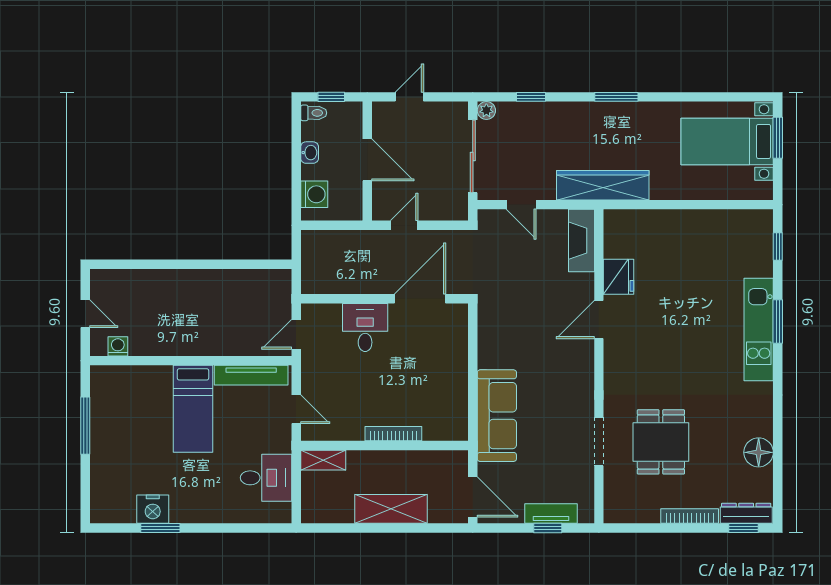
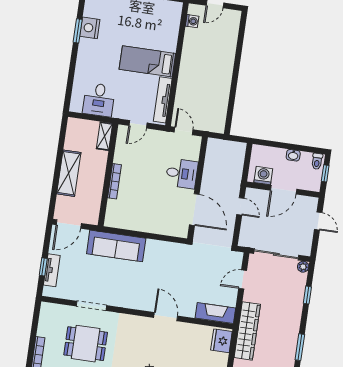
washing machine: (314, 194) -> (263, 176), moved, turned 180
fridge: (619, 277) -> (221, 341), moved, turned 90

